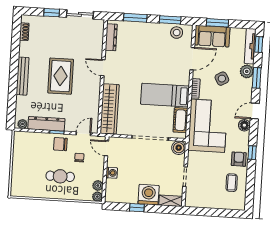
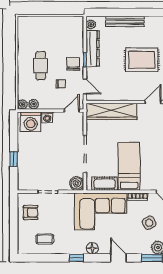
bench: (23, 76) -> (125, 21), moved
floor lamp: (244, 125) -> (92, 248), moved
armchair: (239, 159) -> (31, 212), moved
washing machine: (149, 195) -> (31, 122), moved, turned 90
shelving: (171, 201) -> (23, 179), removed
window: (137, 208) -> (14, 159), moved

